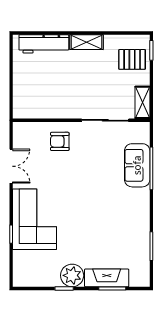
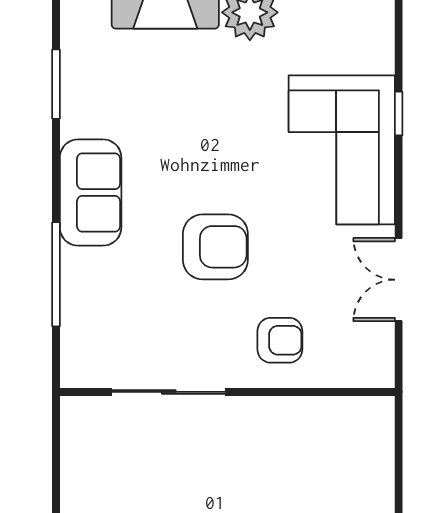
shelving: (142, 102) -> (78, 436), removed
sofa: (137, 165) -> (91, 192), moved
armchair: (86, 180) -> (215, 247), added

